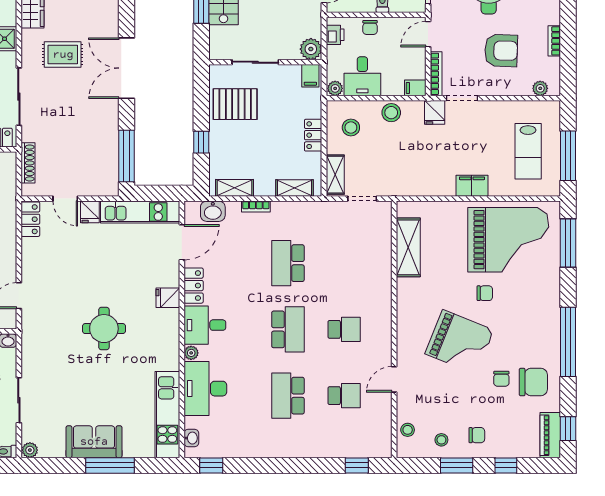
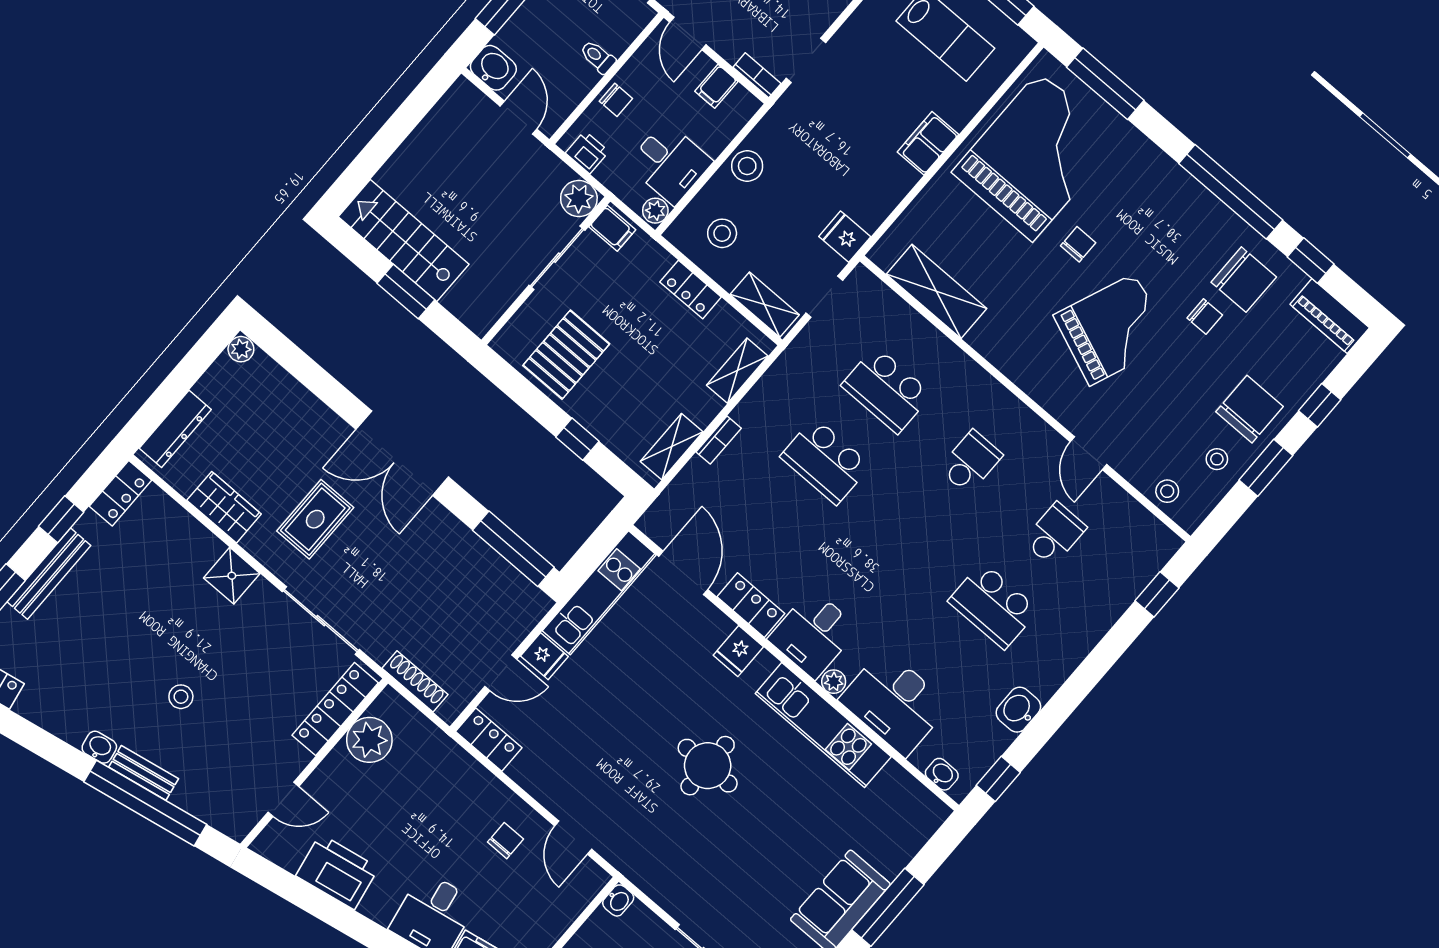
sliding door: (255, 62) -> (557, 258), moved
bookcase: (436, 74) -> (757, 75), width x0.64
filing cabinet: (415, 88) -> (716, 86), moved
fridge: (435, 112) -> (845, 237), moved, turned 180
washbasin: (213, 211) -> (1018, 710), moved, turned 180
school desk: (288, 329) -> (887, 390), moved, turned 180
chair: (533, 382) -> (1244, 280), turned 90
kitchen unit: (167, 415) -> (823, 725), moved
window: (568, 429) -> (1311, 261), moved
chair: (477, 435) -> (1249, 409), width x1.87, depth x1.87

